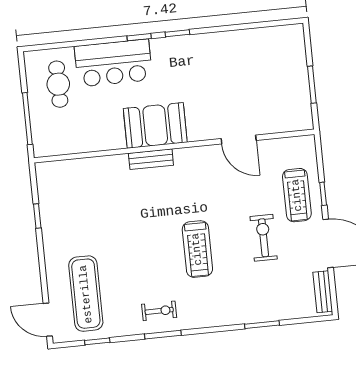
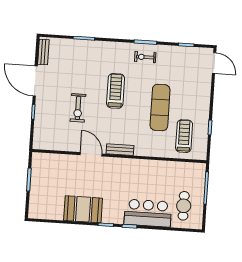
booth: (155, 125) -> (83, 209), moved
door: (239, 140) -> (91, 154), moved
bench: (151, 159) -> (120, 150), moved
treadmill: (297, 195) -> (184, 136), moved
exercise bike: (264, 238) -> (78, 108), moved
exercise mat: (86, 294) -> (160, 108), moved

